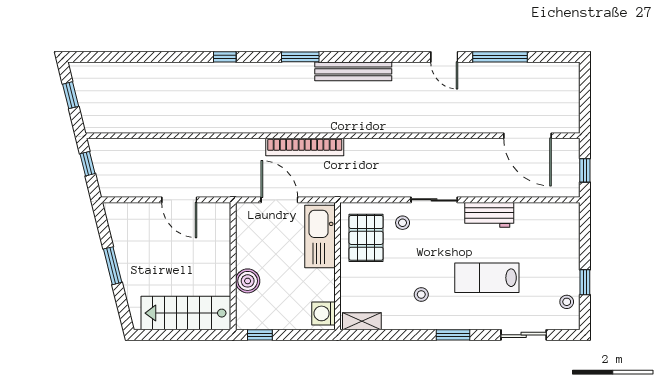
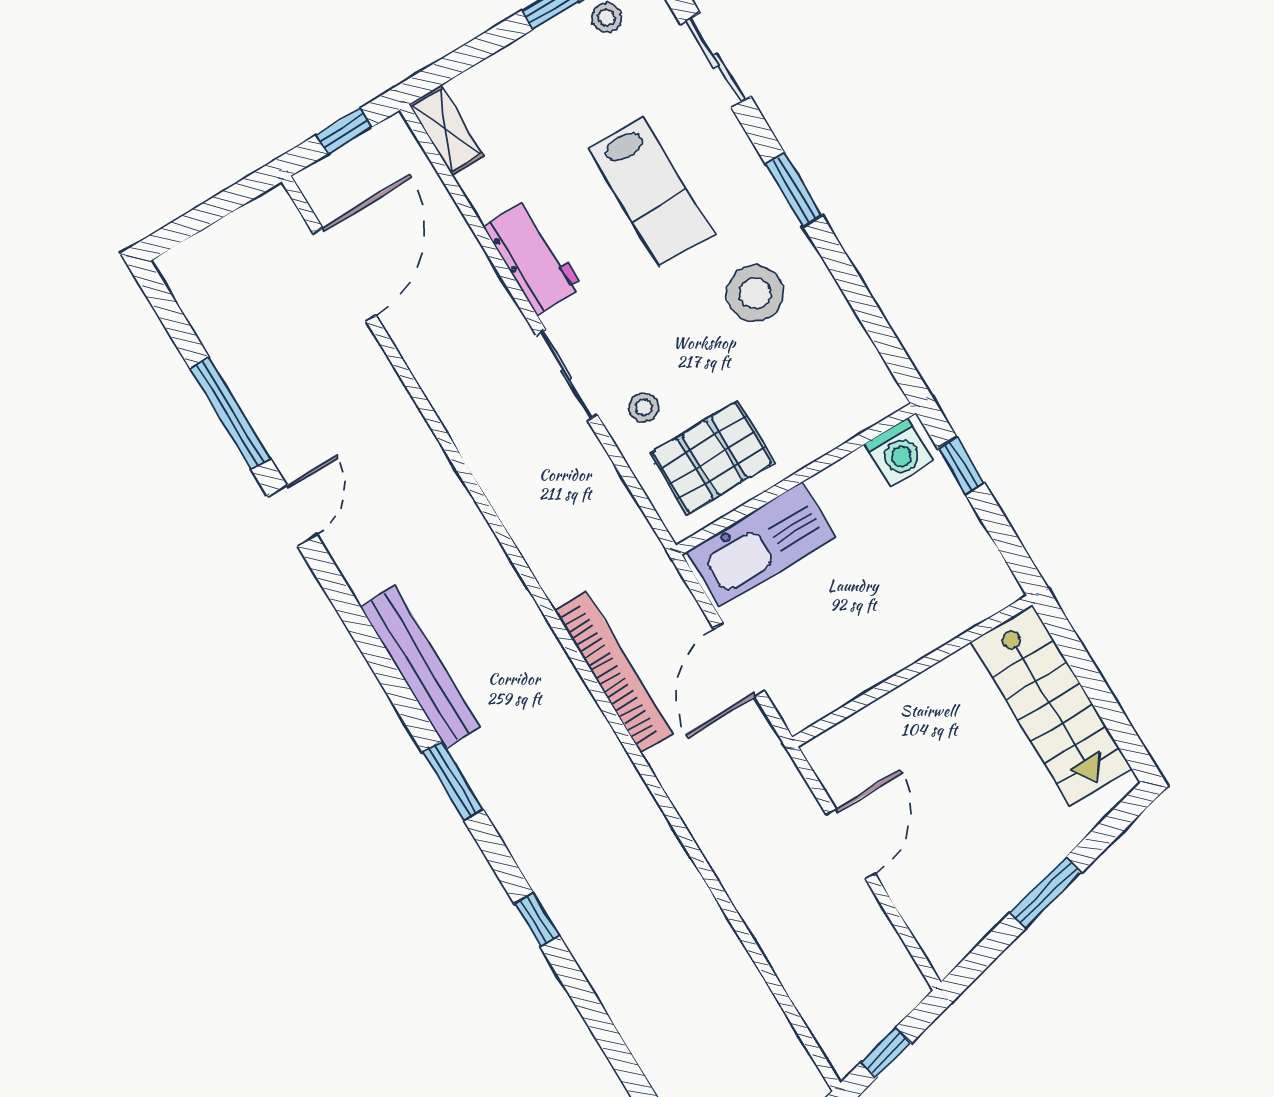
boiler: (248, 281) -> (923, 628), removed
stool: (421, 294) -> (755, 293), width x1.89, depth x1.89
shelving: (362, 321) -> (446, 130), moved
window: (260, 335) -> (961, 466), moved

